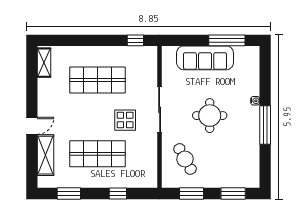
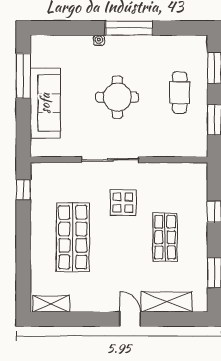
shop shelf: (97, 154) -> (165, 237), width x0.70, depth x0.74
cafe table: (185, 159) -> (180, 93), moved, turned -61

